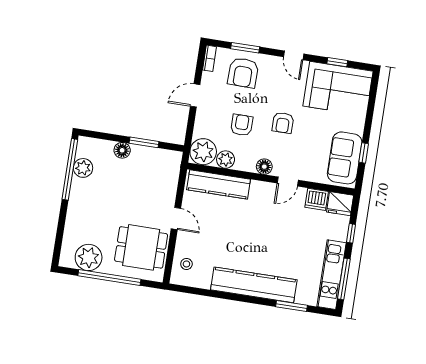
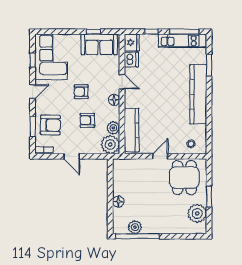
armchair: (283, 123) -> (81, 92), turned 180
window: (144, 142) -> (110, 187), removed
window: (109, 277) -> (209, 197), width x0.47

